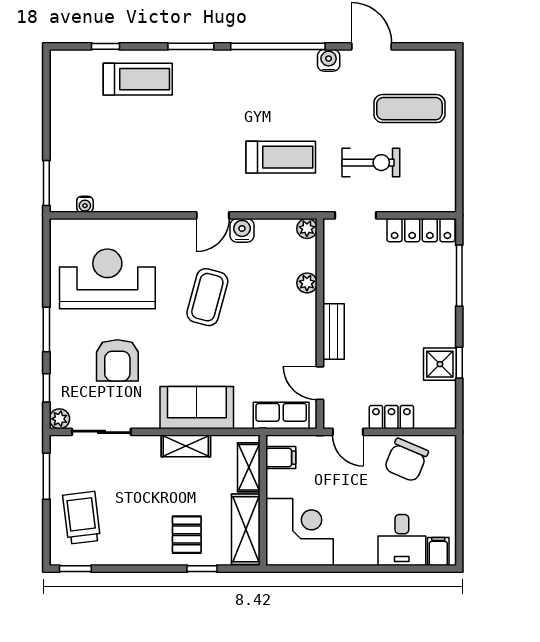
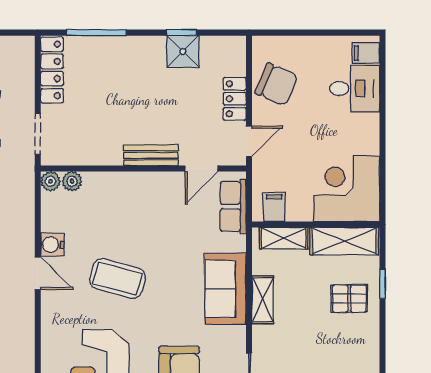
plant: (307, 283) -> (72, 181), moved

